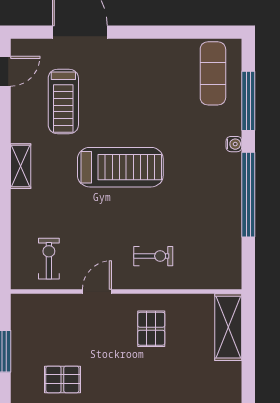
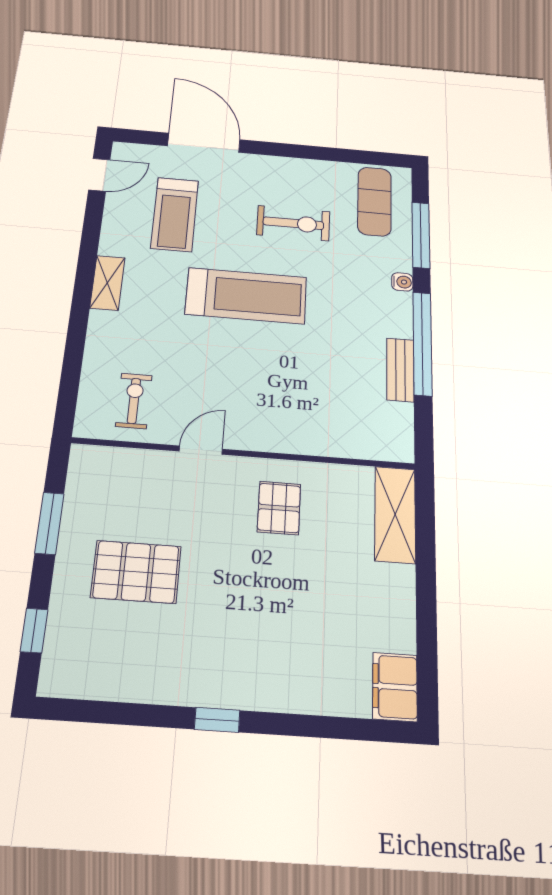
bench: (232, 218) -> (400, 370), added
exercise bike: (153, 256) -> (293, 223), moved, width x1.38, depth x1.39
pallet: (62, 379) -> (136, 572), width x1.50, depth x1.42

